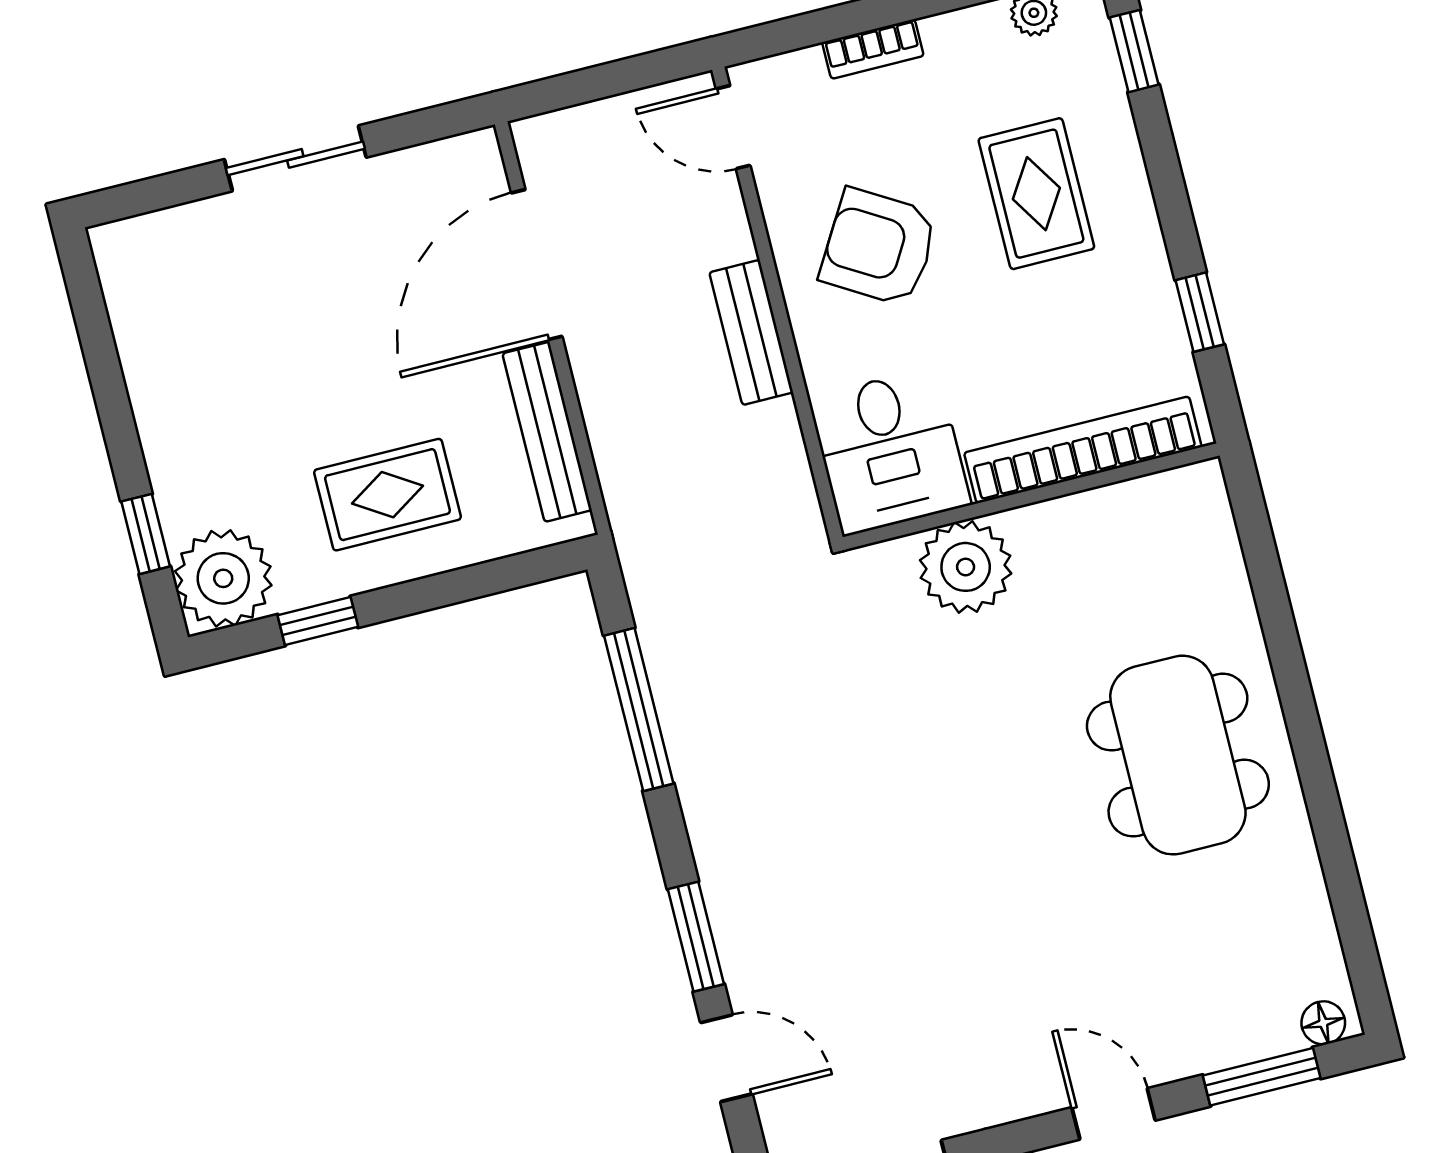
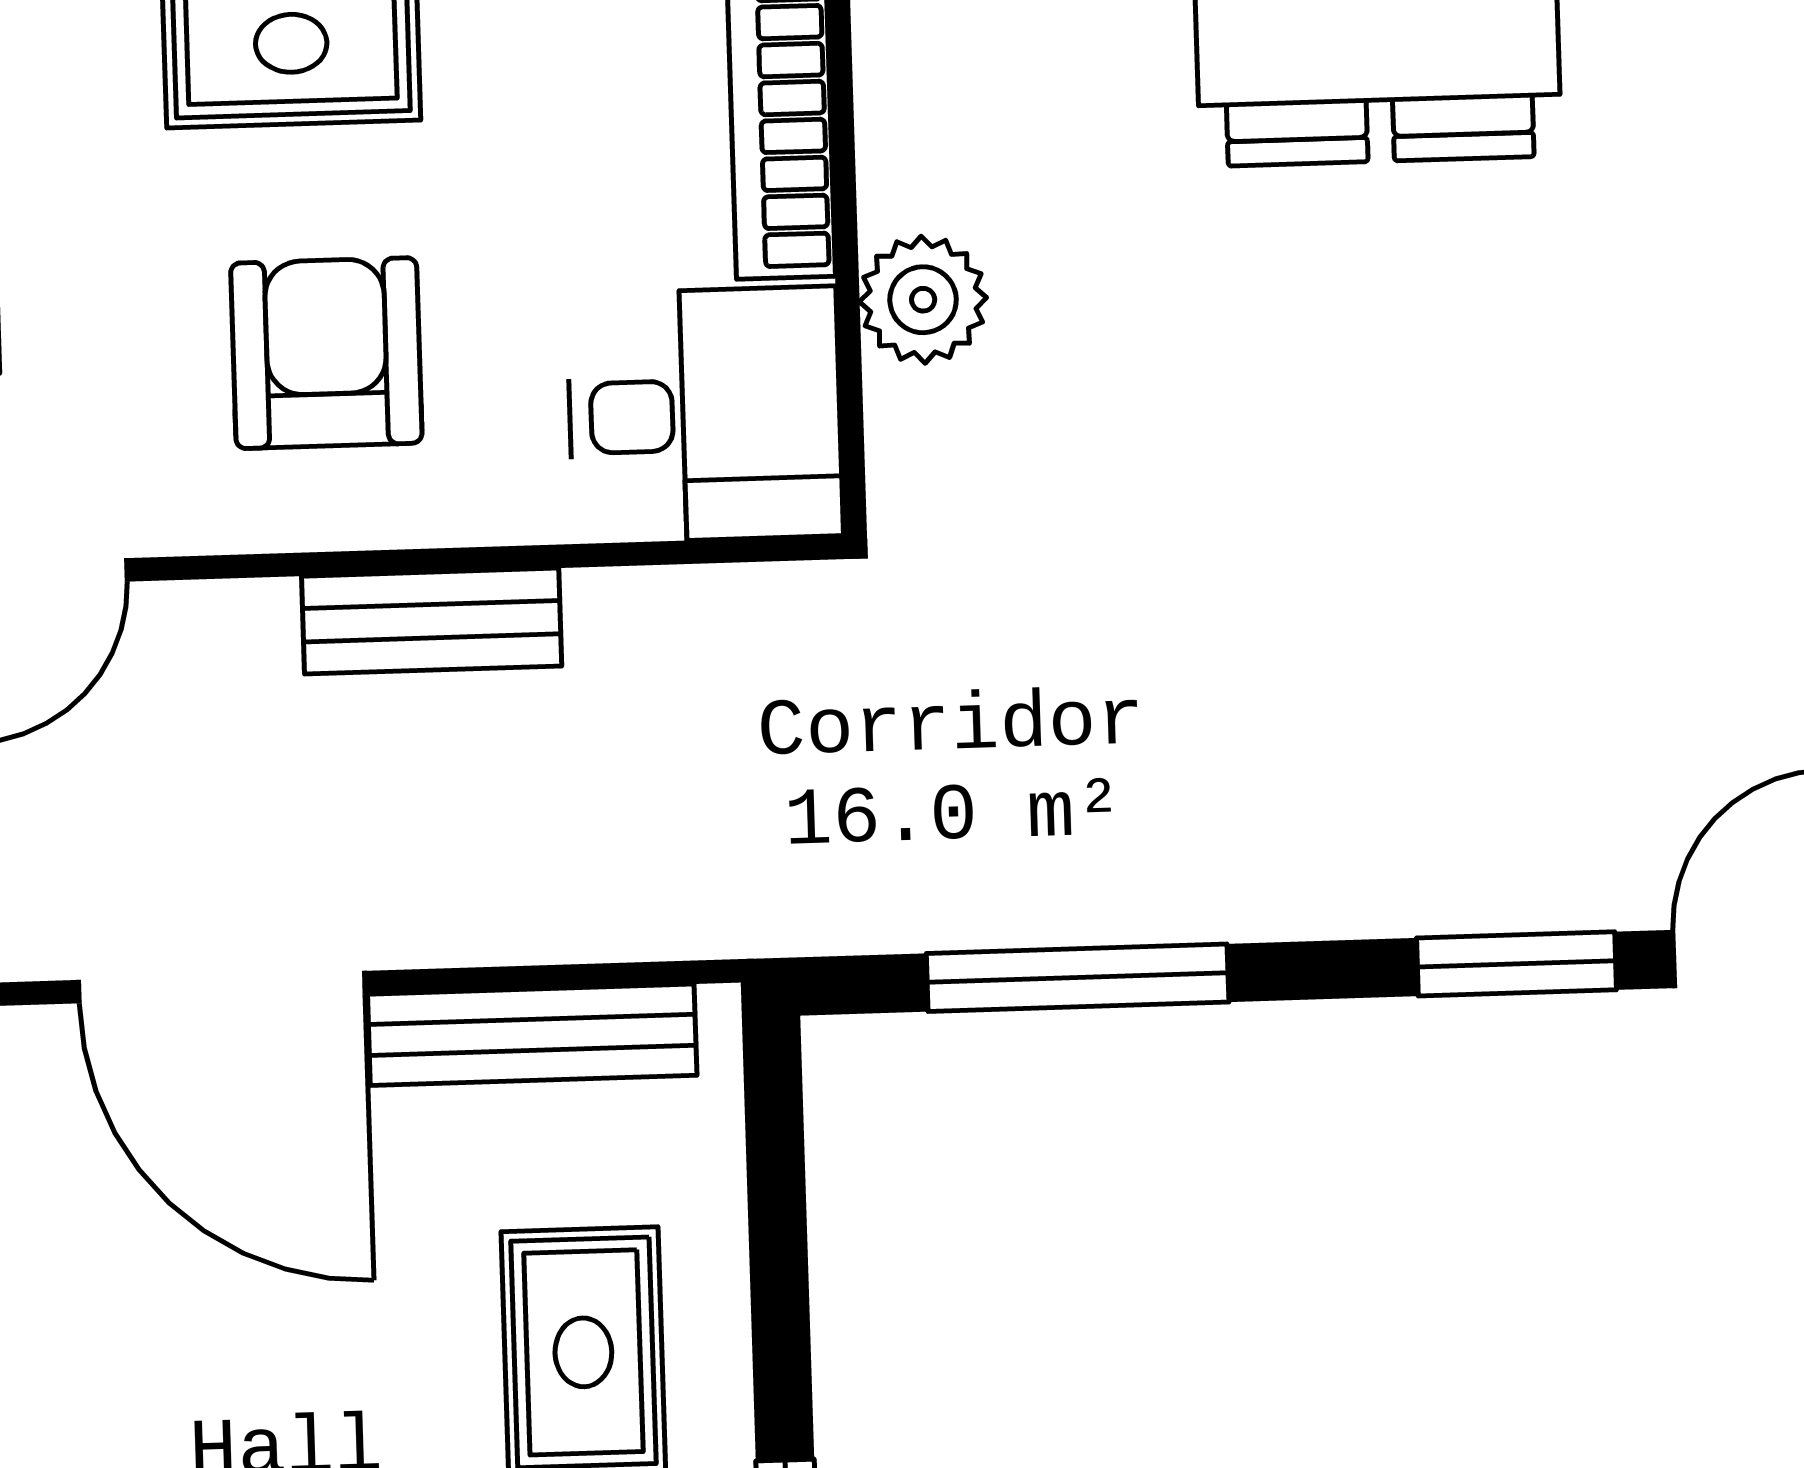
armchair: (879, 247) -> (326, 353), turned 149
plant: (966, 567) -> (923, 300), width x0.73, depth x0.73

